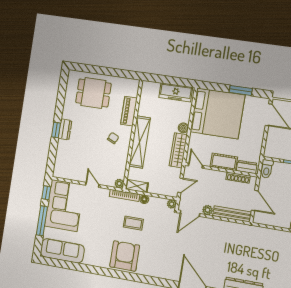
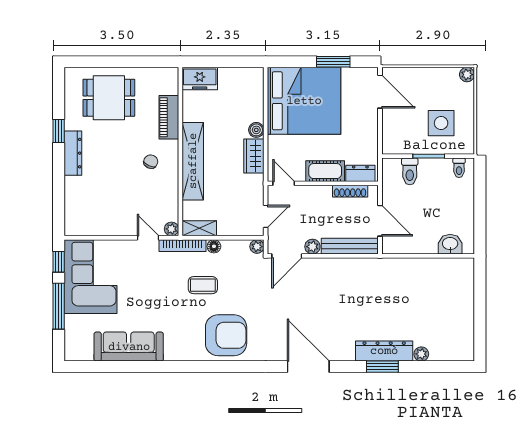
freezer: (176, 92) -> (200, 79), moved, width x0.71
dresser: (65, 129) -> (73, 153), width x1.44
window: (56, 130) -> (59, 131), moved
wardrobe: (178, 150) -> (254, 156), width x0.67
toilet: (267, 169) -> (410, 171), moved
door: (92, 185) -> (148, 238), moved
sofa: (62, 251) -> (129, 347), moved
armchair: (125, 256) -> (226, 335), moved, turned 90

